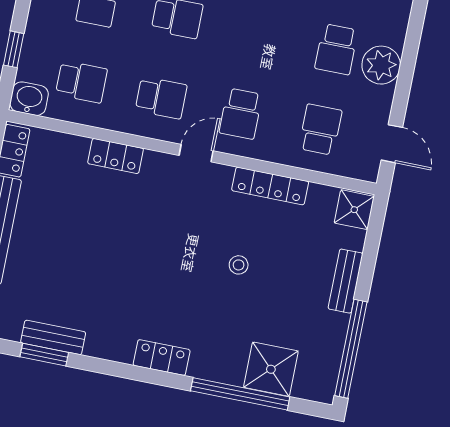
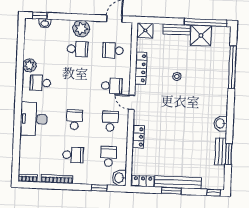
washbasin: (117, 347) -> (220, 123), added
locker: (162, 358) -> (222, 103), removed
shower: (271, 369) -> (201, 35), moved

